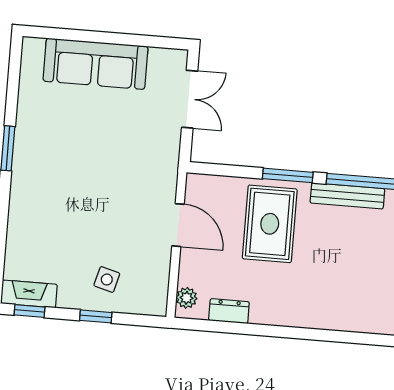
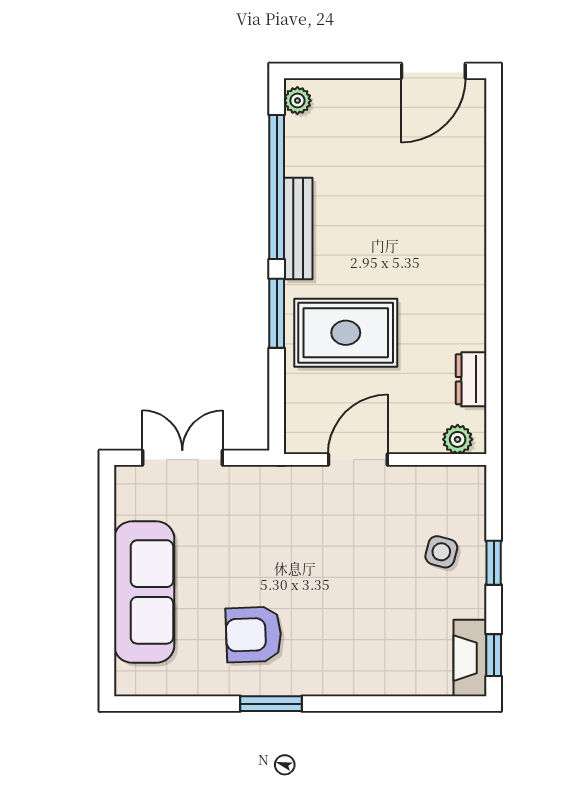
armchair: (59, 140) -> (254, 635), added

